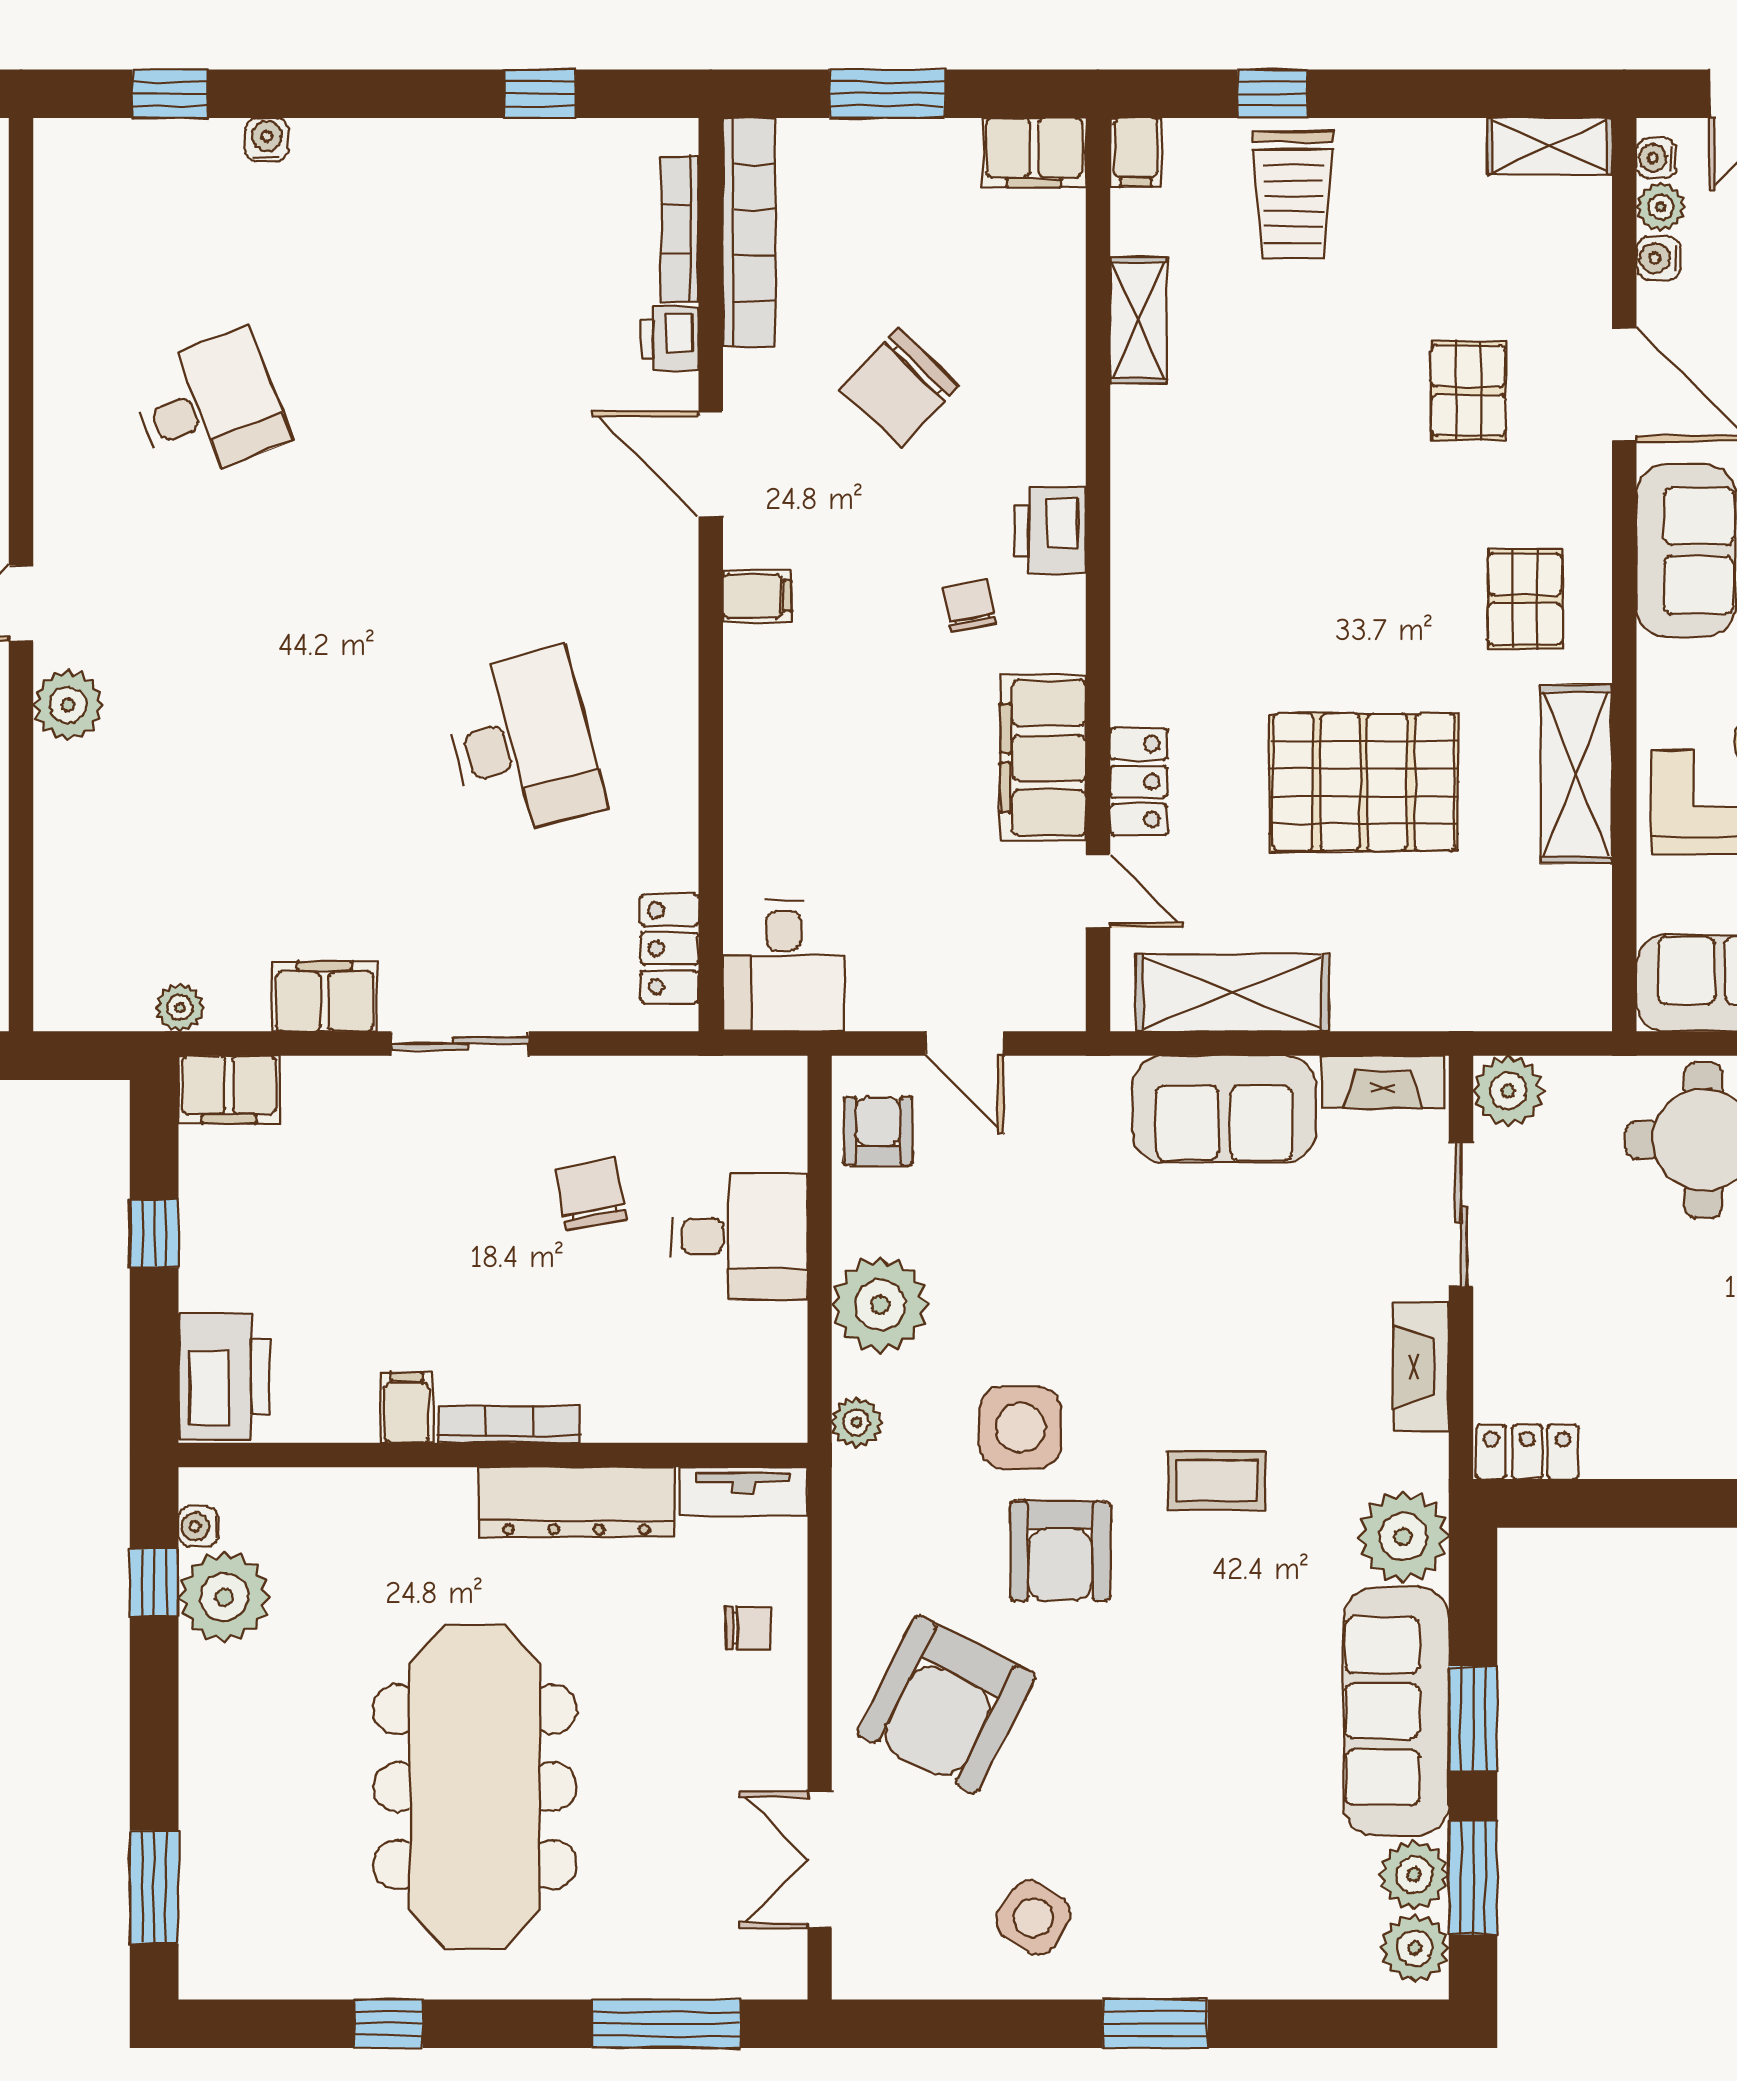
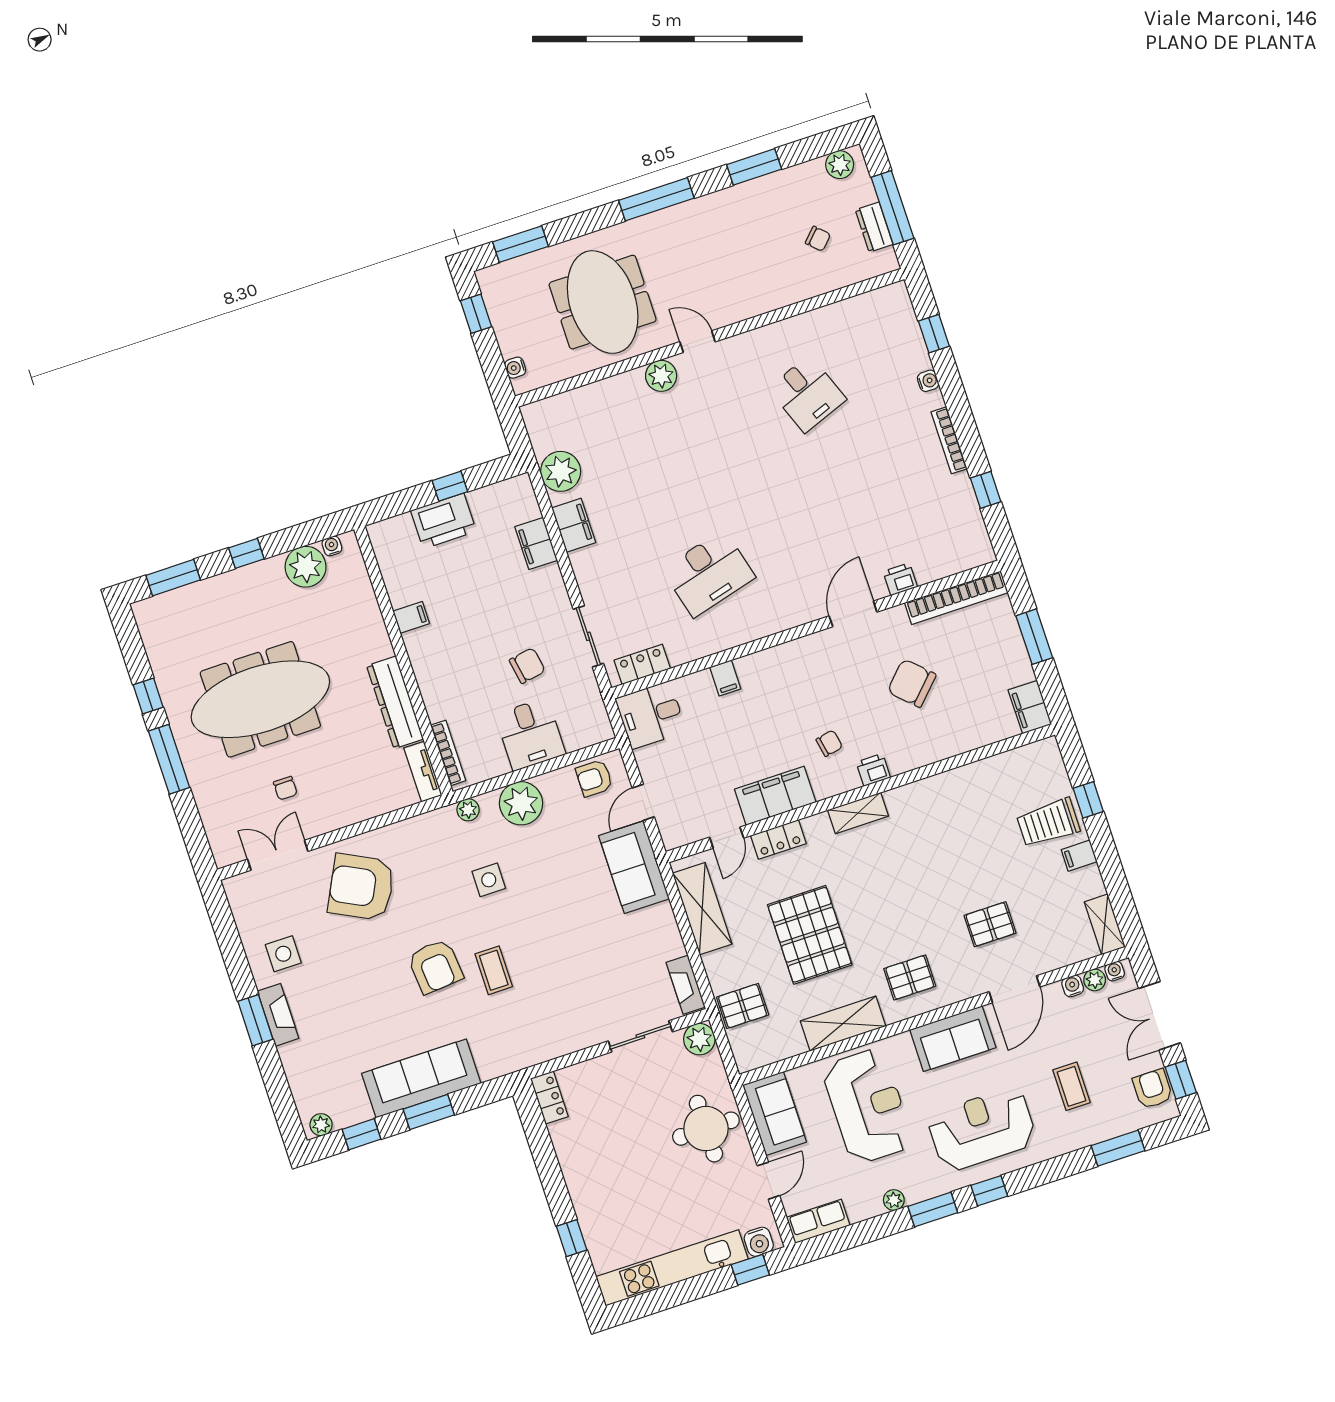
filing cabinet: (1136, 152) -> (1079, 856), moved
bookcase: (680, 229) -> (949, 440), moved, turned -90
shelving: (1138, 320) -> (858, 813), moved
printer: (1050, 530) -> (873, 770), width x0.73, depth x0.81
filing cabinet: (757, 596) -> (725, 678), moved
pallet: (1468, 976) -> (743, 1006), added
plant: (180, 1008) -> (561, 471), width x1.88, depth x1.88
sliding door: (460, 1044) -> (588, 636), moved
filing cabinet: (229, 1090) -> (536, 543), moved
sofa: (1224, 1109) -> (634, 867), moved
armchair: (878, 1131) -> (594, 778), turned 180
fireplace: (1421, 1367) -> (278, 1015), moved, turned 90
printer: (224, 1376) -> (444, 521), moved
bookcase: (509, 1425) -> (448, 753), moved
side table: (1021, 1427) -> (489, 880), width x0.73, depth x0.73
plant: (1403, 1537) -> (496, 1057), removed
armchair: (1060, 1551) -> (435, 966), moved, turned -95
window: (154, 1582) -> (246, 553), moved
chair: (748, 1628) -> (285, 788), moved
plant: (1414, 1875) -> (355, 1109), removed
window: (1473, 1878) -> (362, 1134), width x0.67
side table: (1033, 1917) -> (283, 954), turned -33
plant: (1415, 1948) -> (321, 1125), width x0.73, depth x0.73
window: (666, 2024) -> (169, 759), moved

